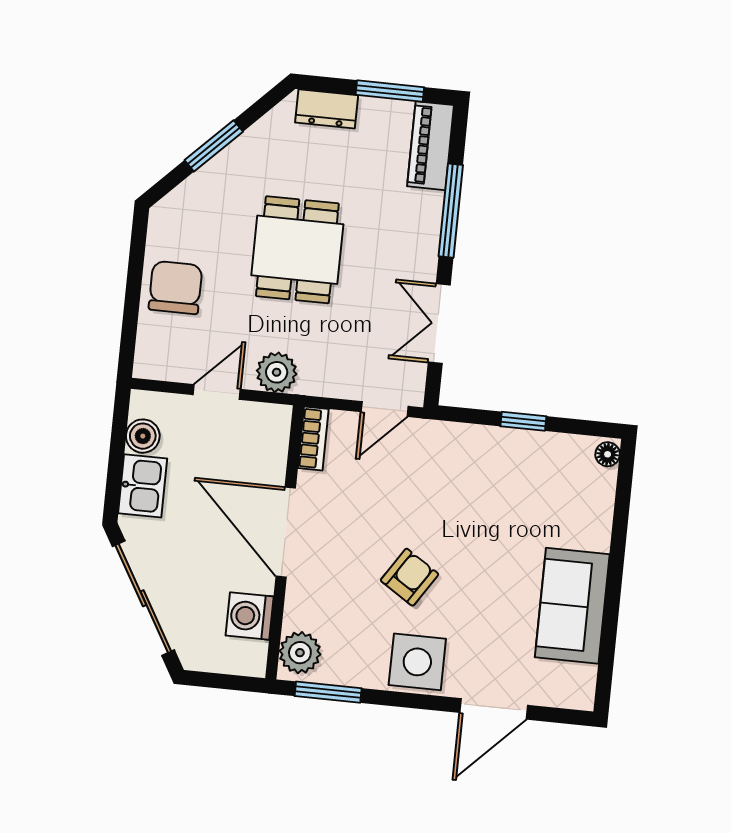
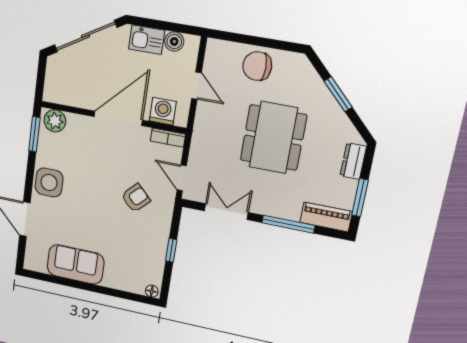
dining table: (297, 250) -> (273, 138), width x1.38
chair: (175, 288) -> (257, 66), turned 180
plant: (277, 372) -> (205, 120), removed
armchair: (410, 577) -> (136, 198), moved, turned -78
washing machine: (250, 616) -> (163, 111), moved

